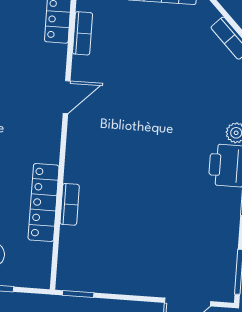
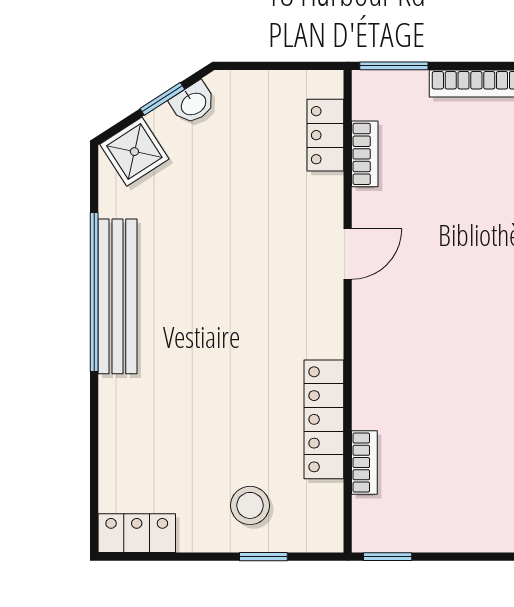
bookcase: (70, 204) -> (364, 463), moved

